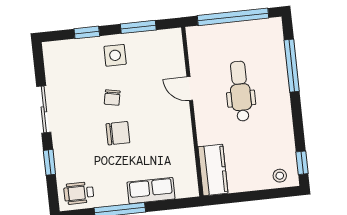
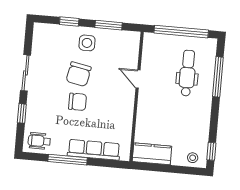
dental chair: (240, 91) -> (187, 73), moved
chair: (112, 98) -> (79, 74), width x1.87, depth x1.87
kitchen counter: (213, 170) -> (152, 154), moved, turned -90
row of seats: (151, 191) -> (94, 150), width x1.48

